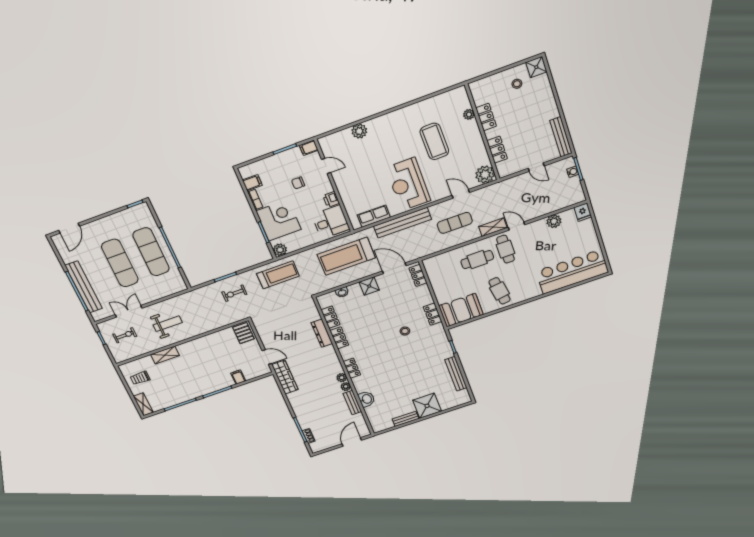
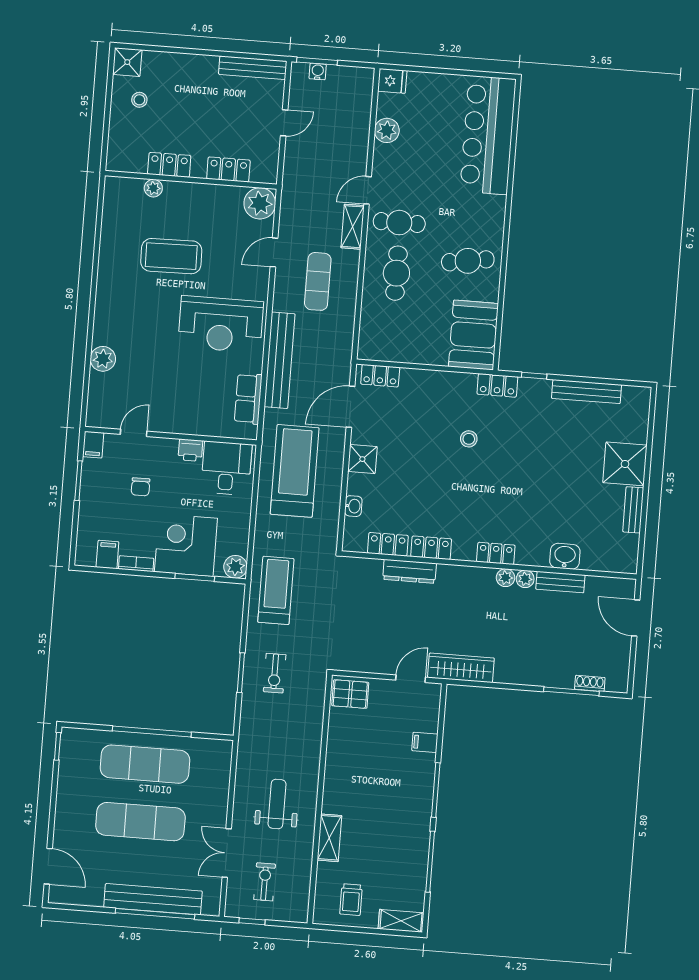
treadmill: (346, 256) -> (295, 471), turned 180
locker: (433, 314) -> (497, 385), moved

